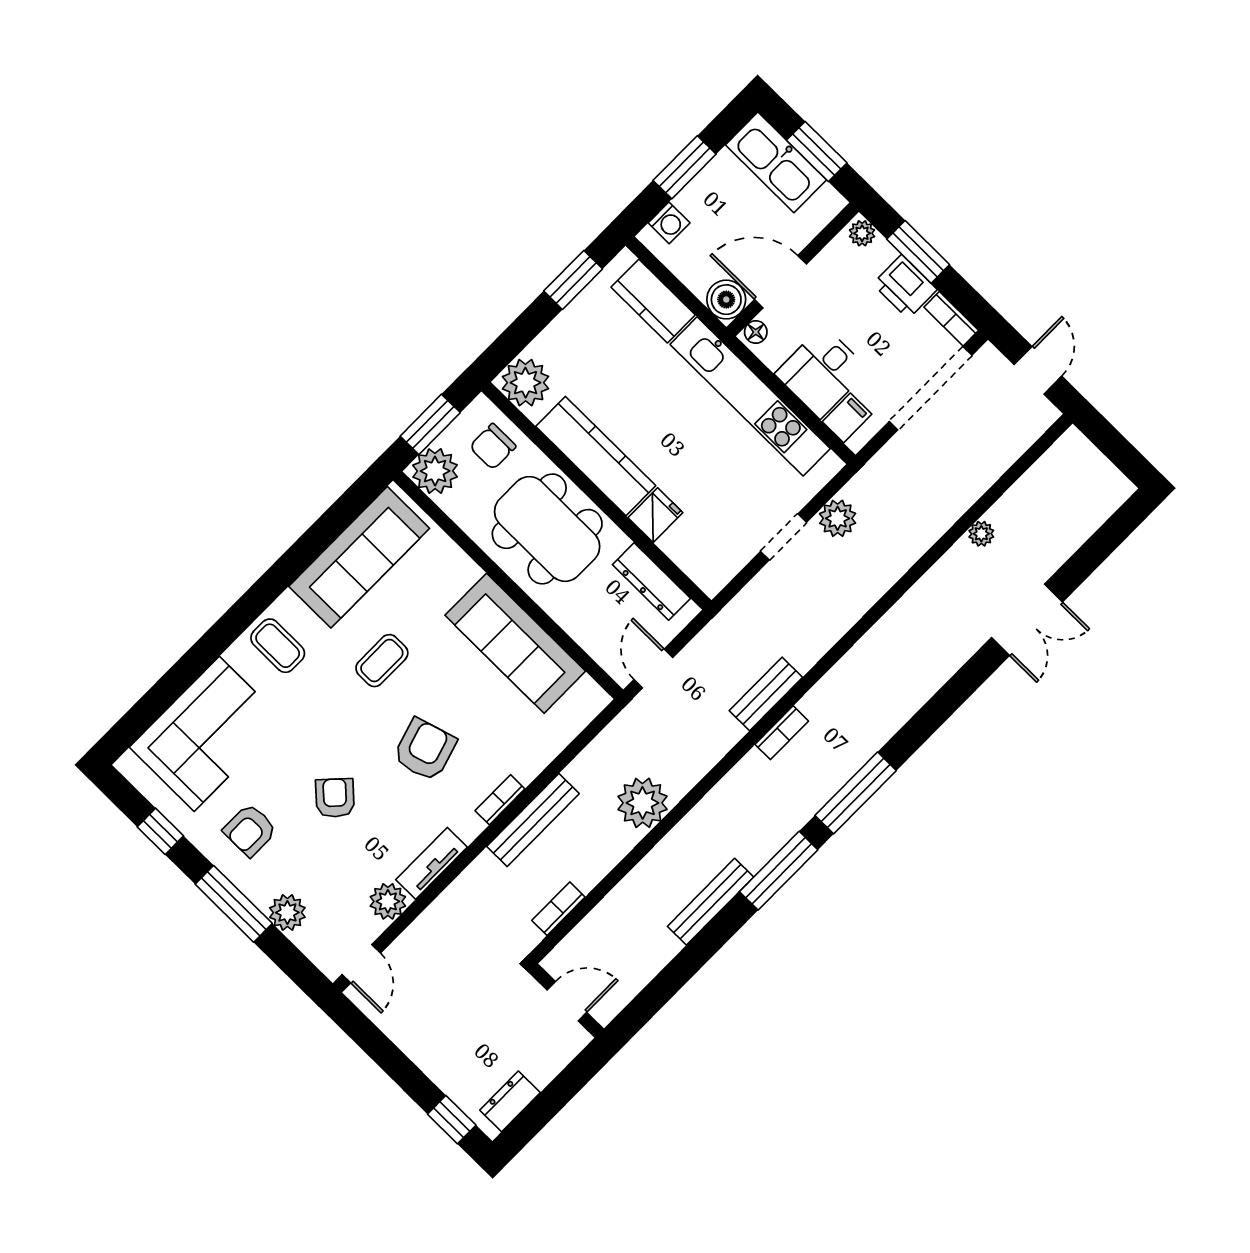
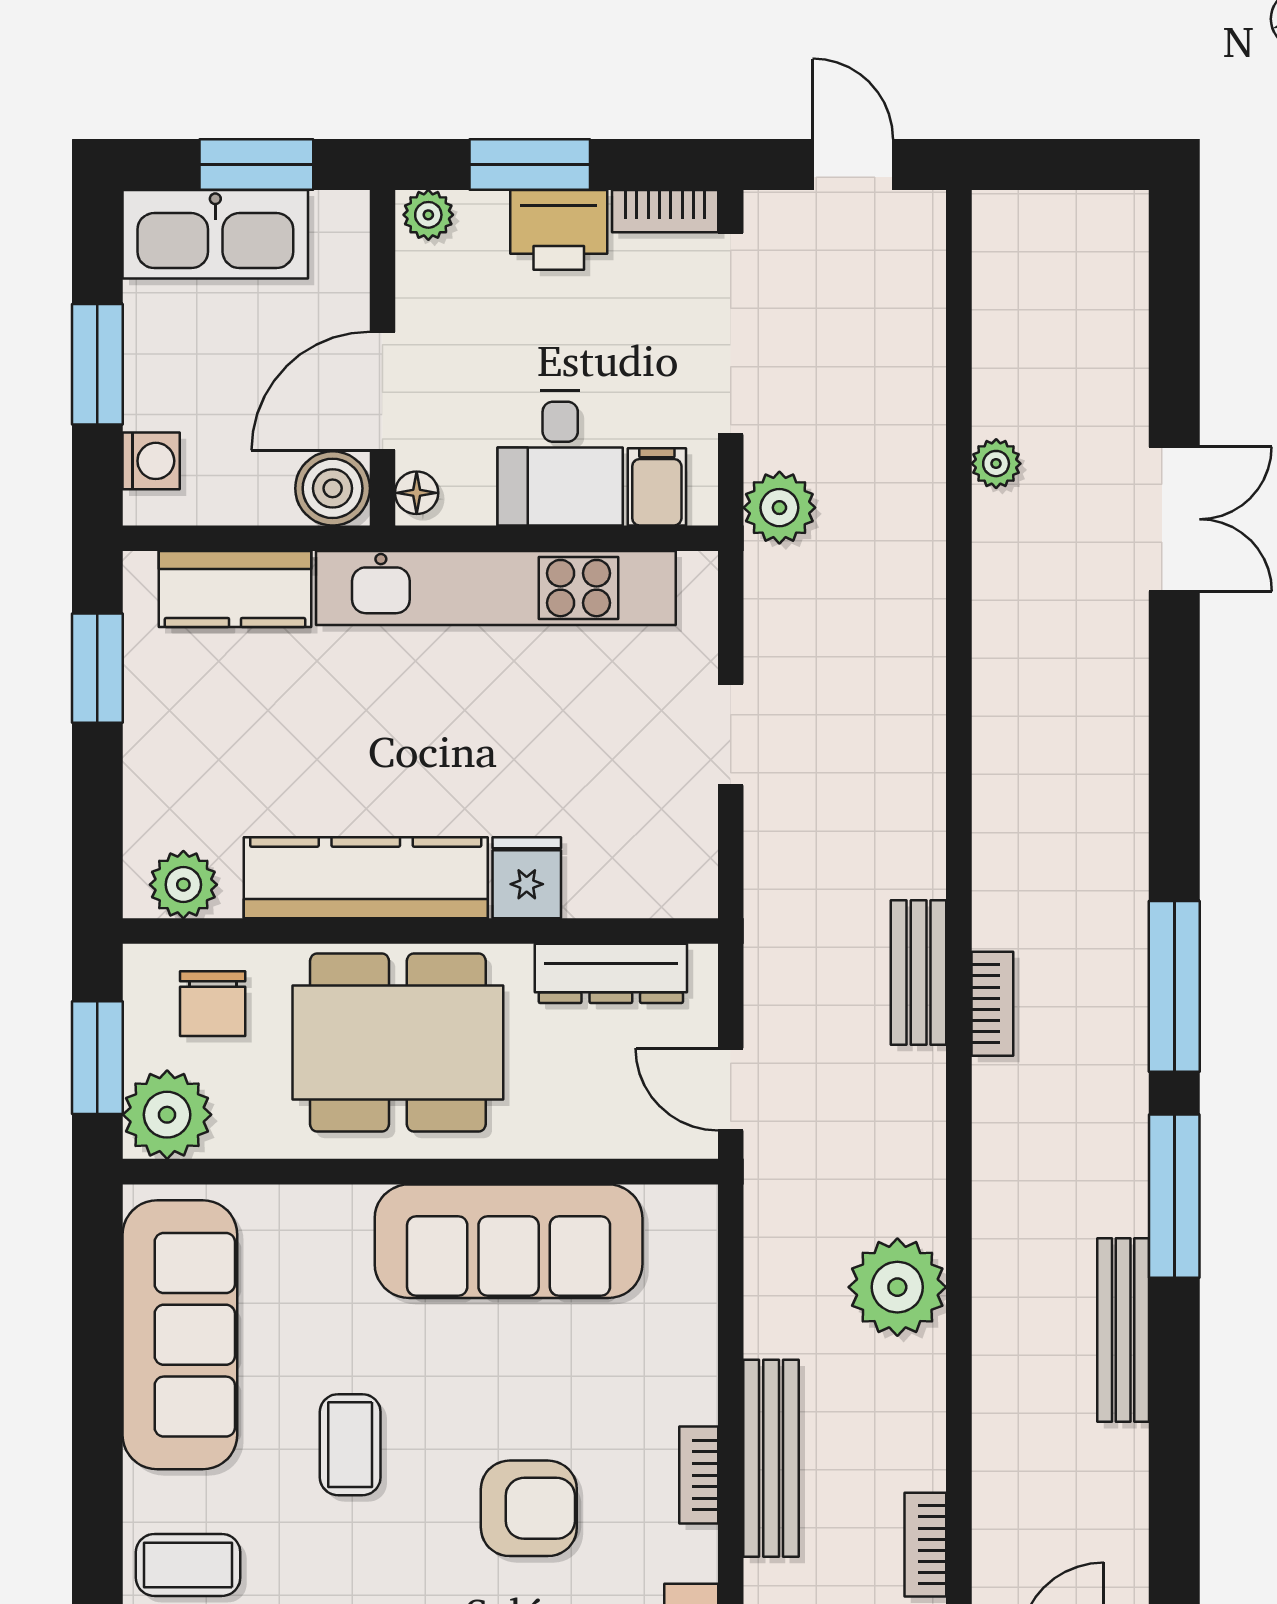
plant: (525, 383) -> (183, 885), width x0.73, depth x0.73
plant: (838, 518) -> (779, 508), moved
armchair: (425, 750) -> (529, 1508), turned 107

